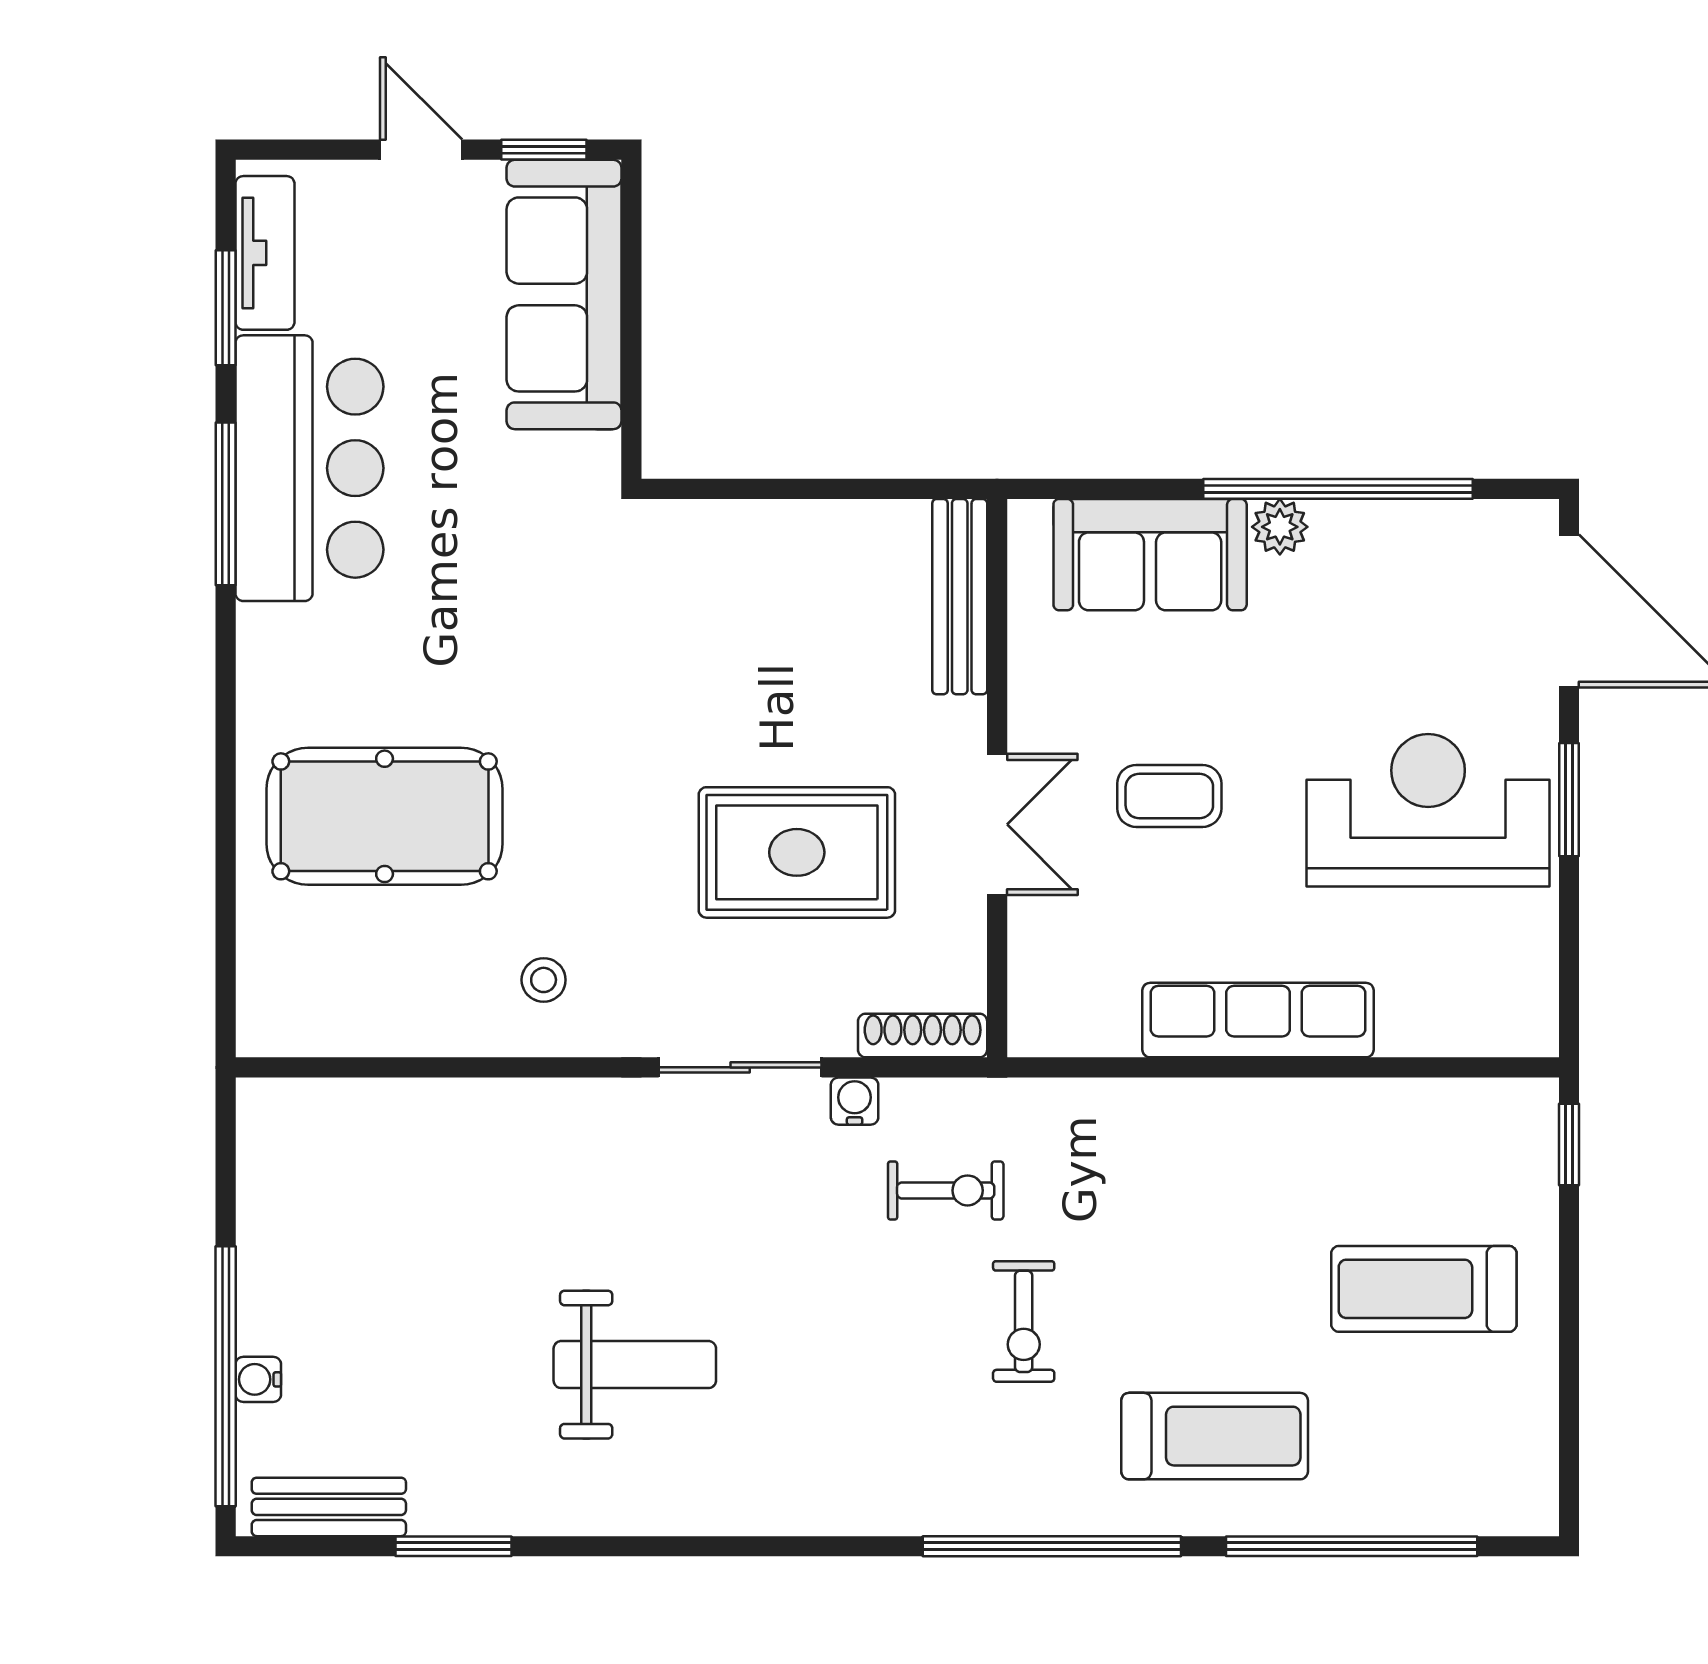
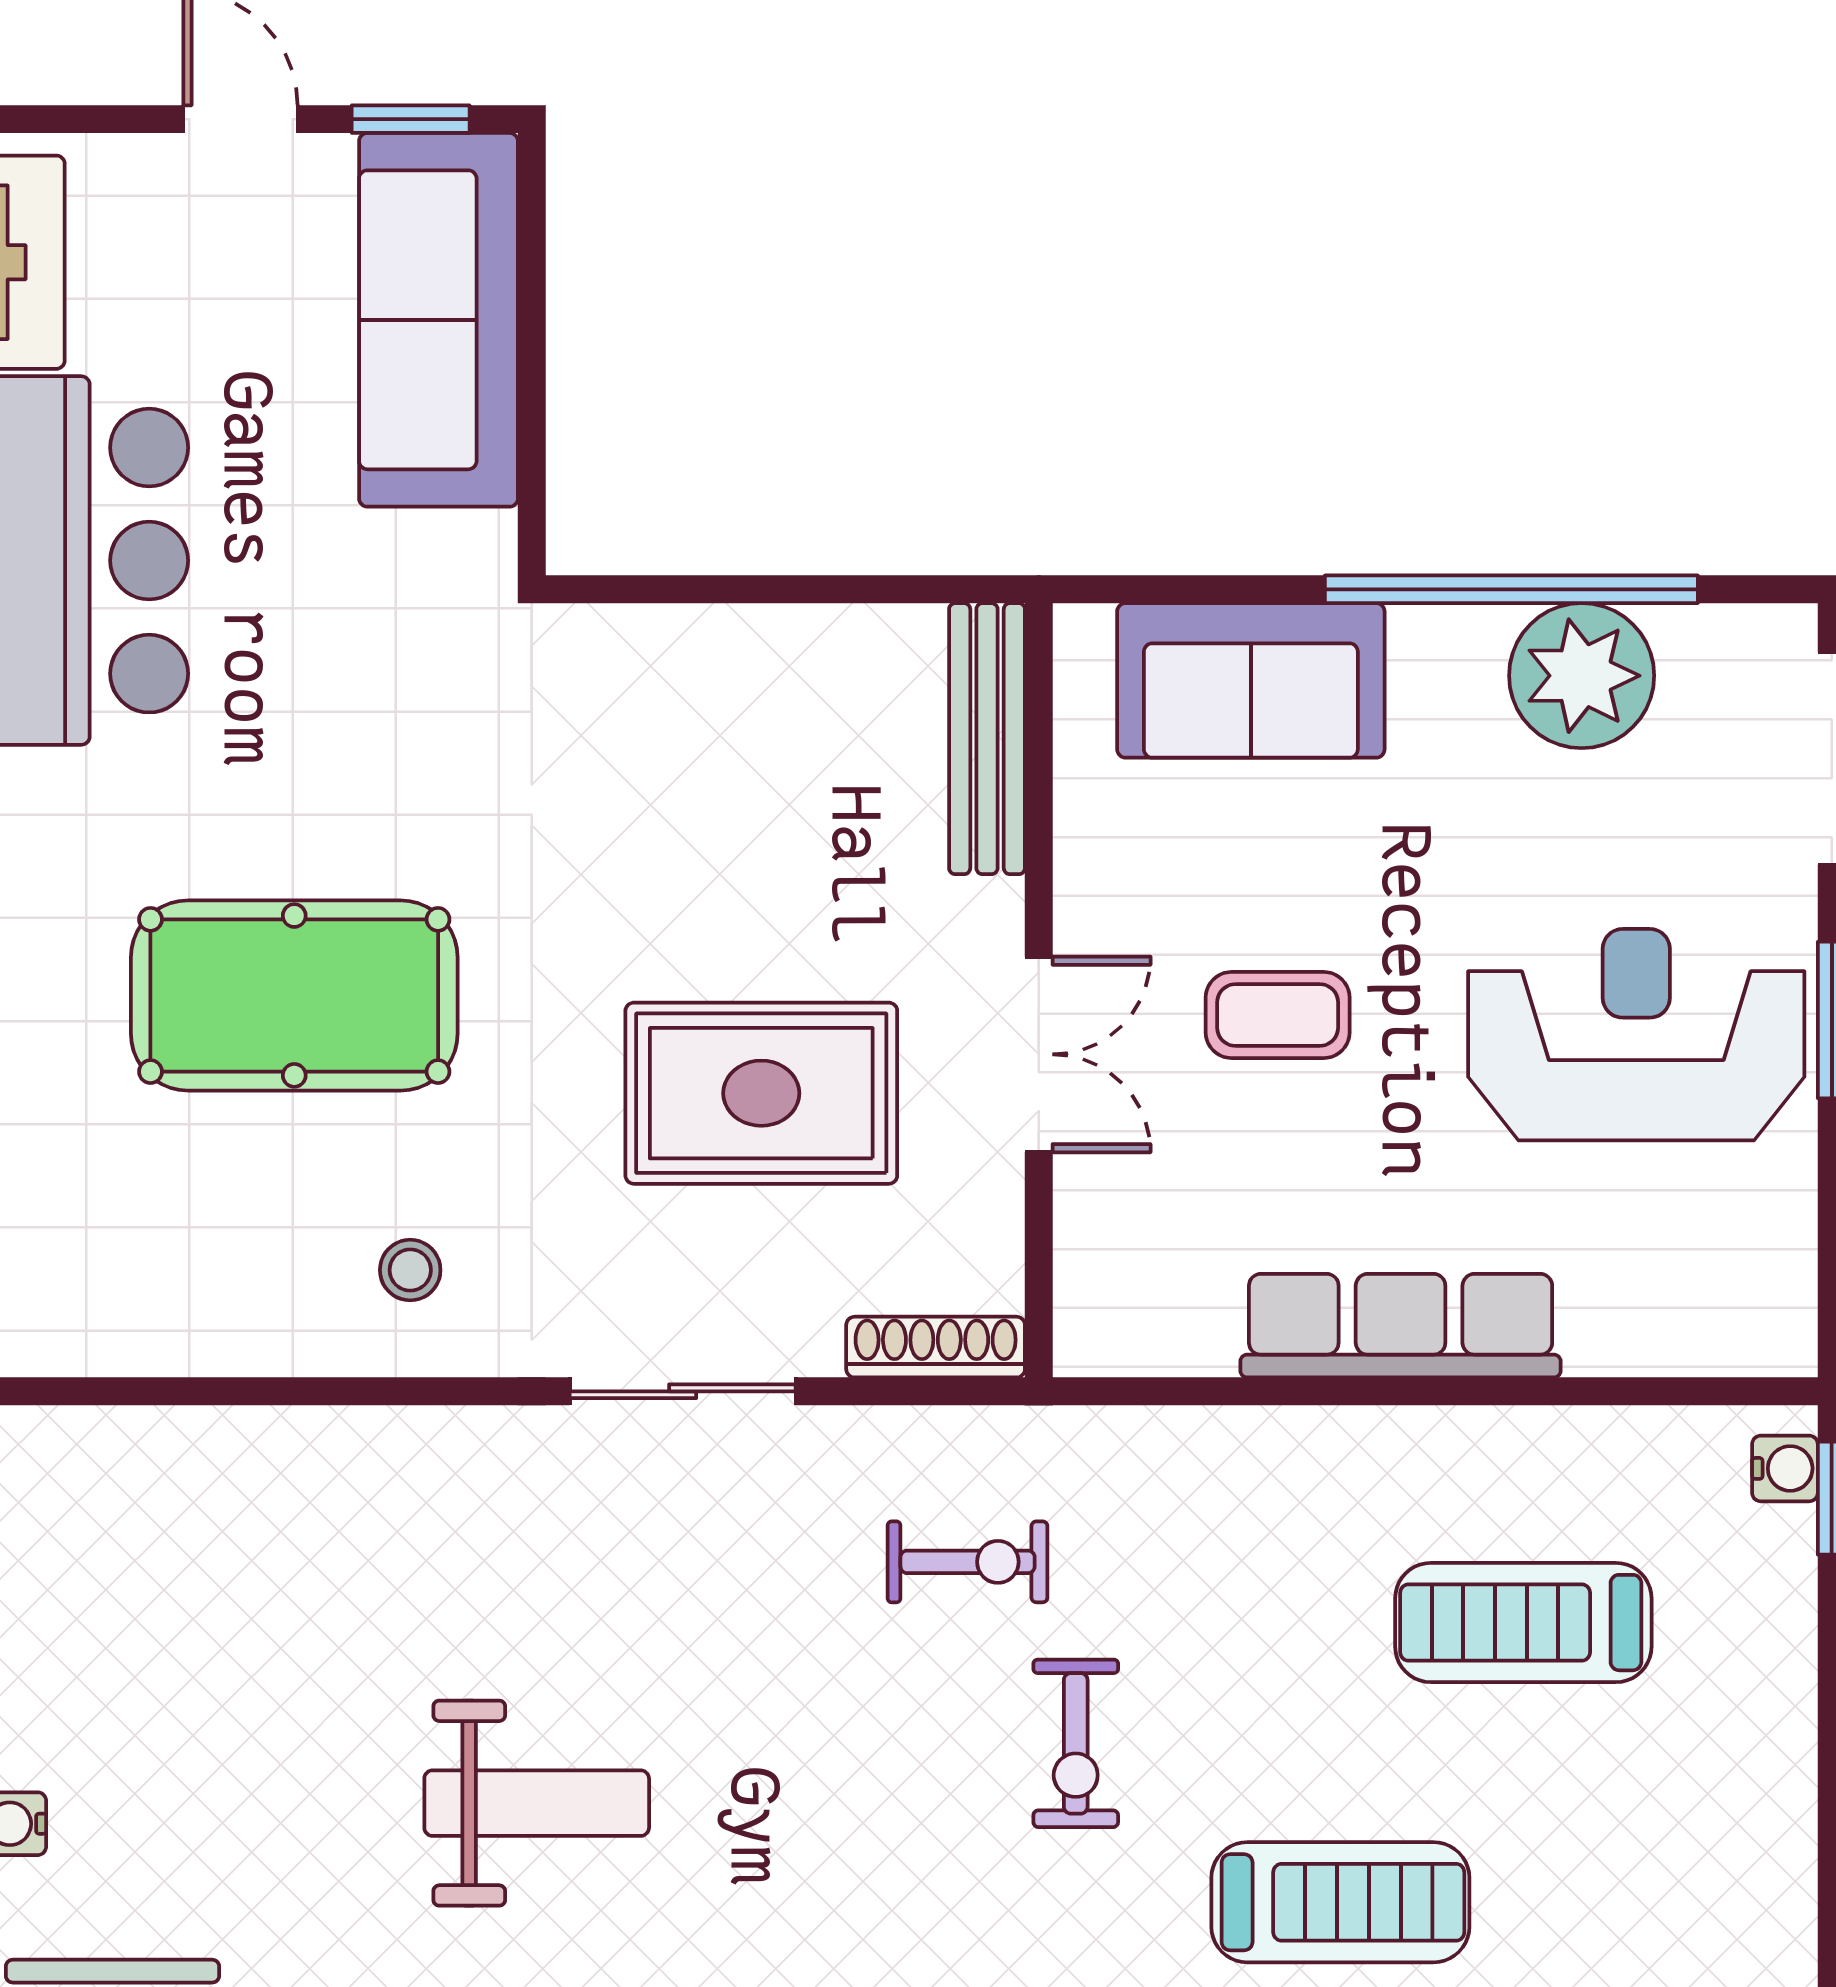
plant: (1280, 527) -> (1582, 676), moved, width x1.88, depth x1.88
pool table: (385, 816) -> (294, 995), moved
water cooler: (855, 1101) -> (1785, 1468), moved, turned 90
treadmill: (1424, 1289) -> (1523, 1623), moved

